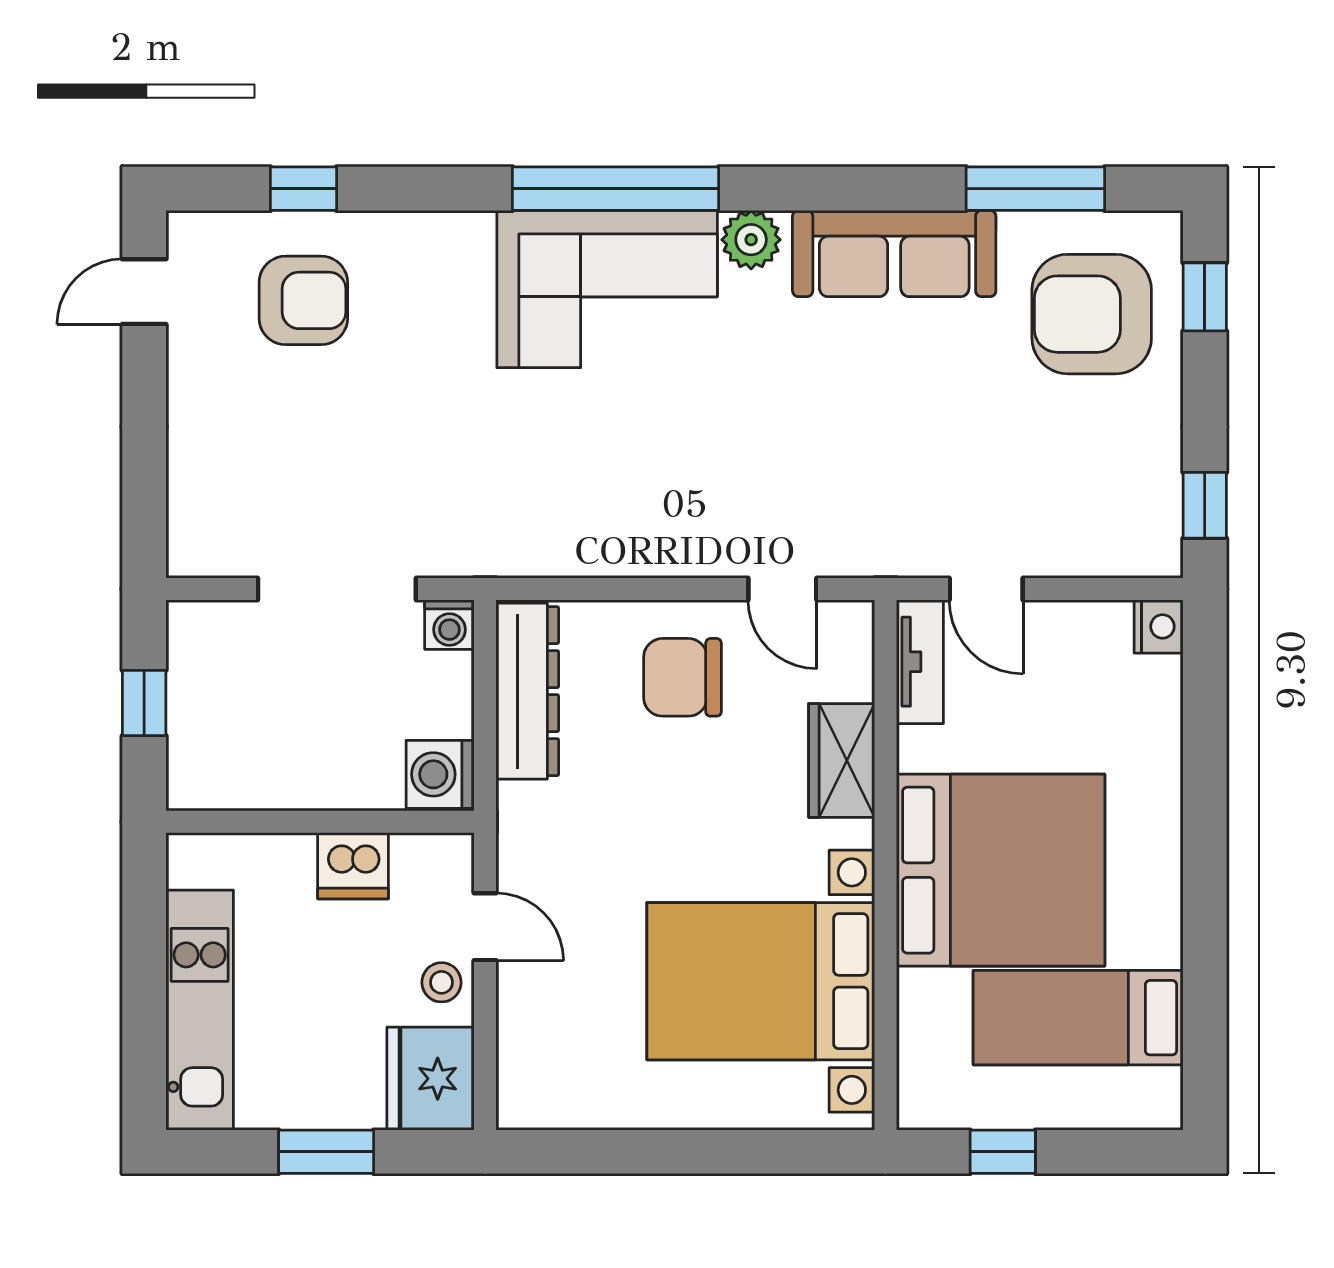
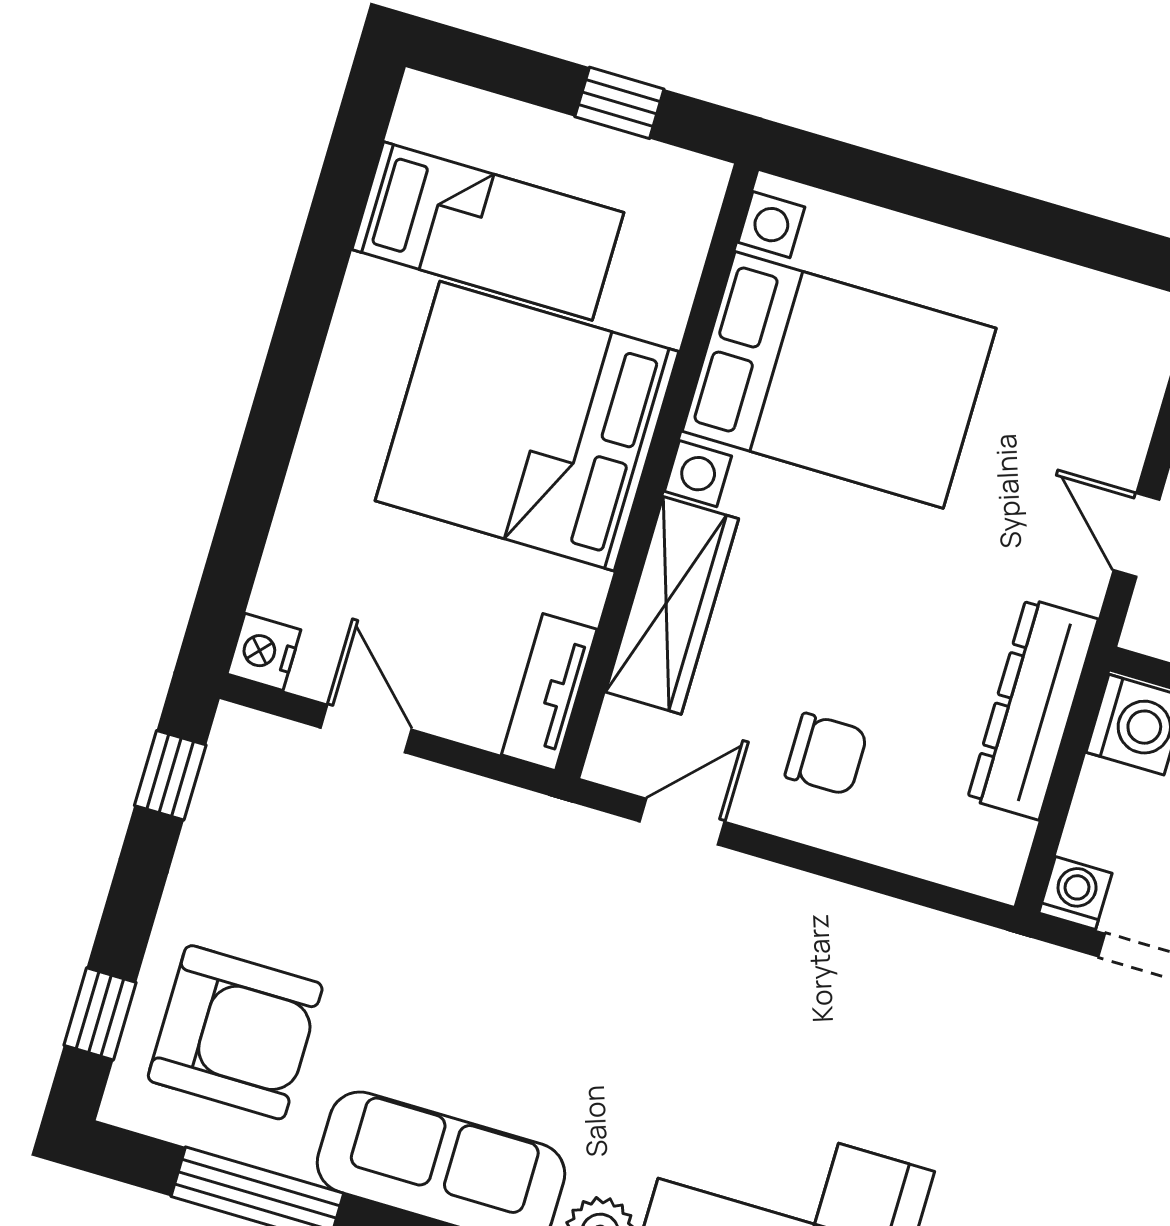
door: (782, 589) -> (682, 822), hinge flipped
door: (986, 589) -> (366, 729), moved
chair: (682, 677) -> (826, 754), width x0.73, depth x0.73
dresser: (527, 691) -> (1033, 709), moved
wardrobe: (842, 760) -> (672, 605), width x1.50

